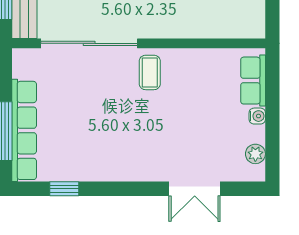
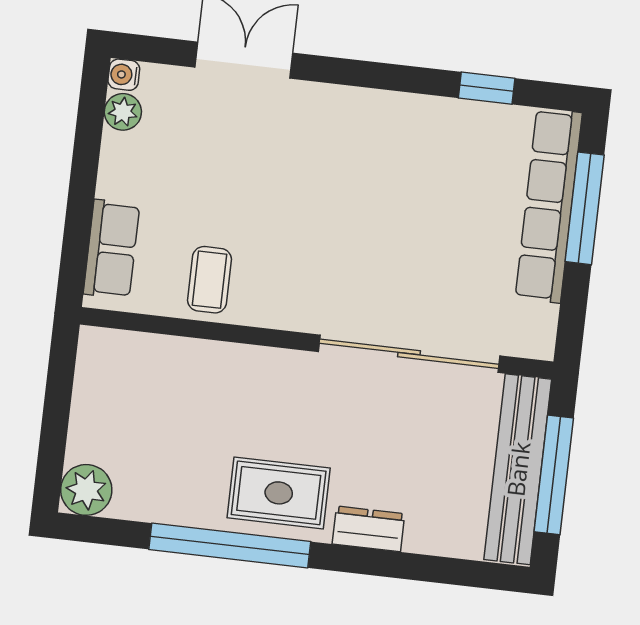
coffee table: (150, 72) -> (209, 280), moved
water cooler: (257, 116) -> (124, 75), moved

